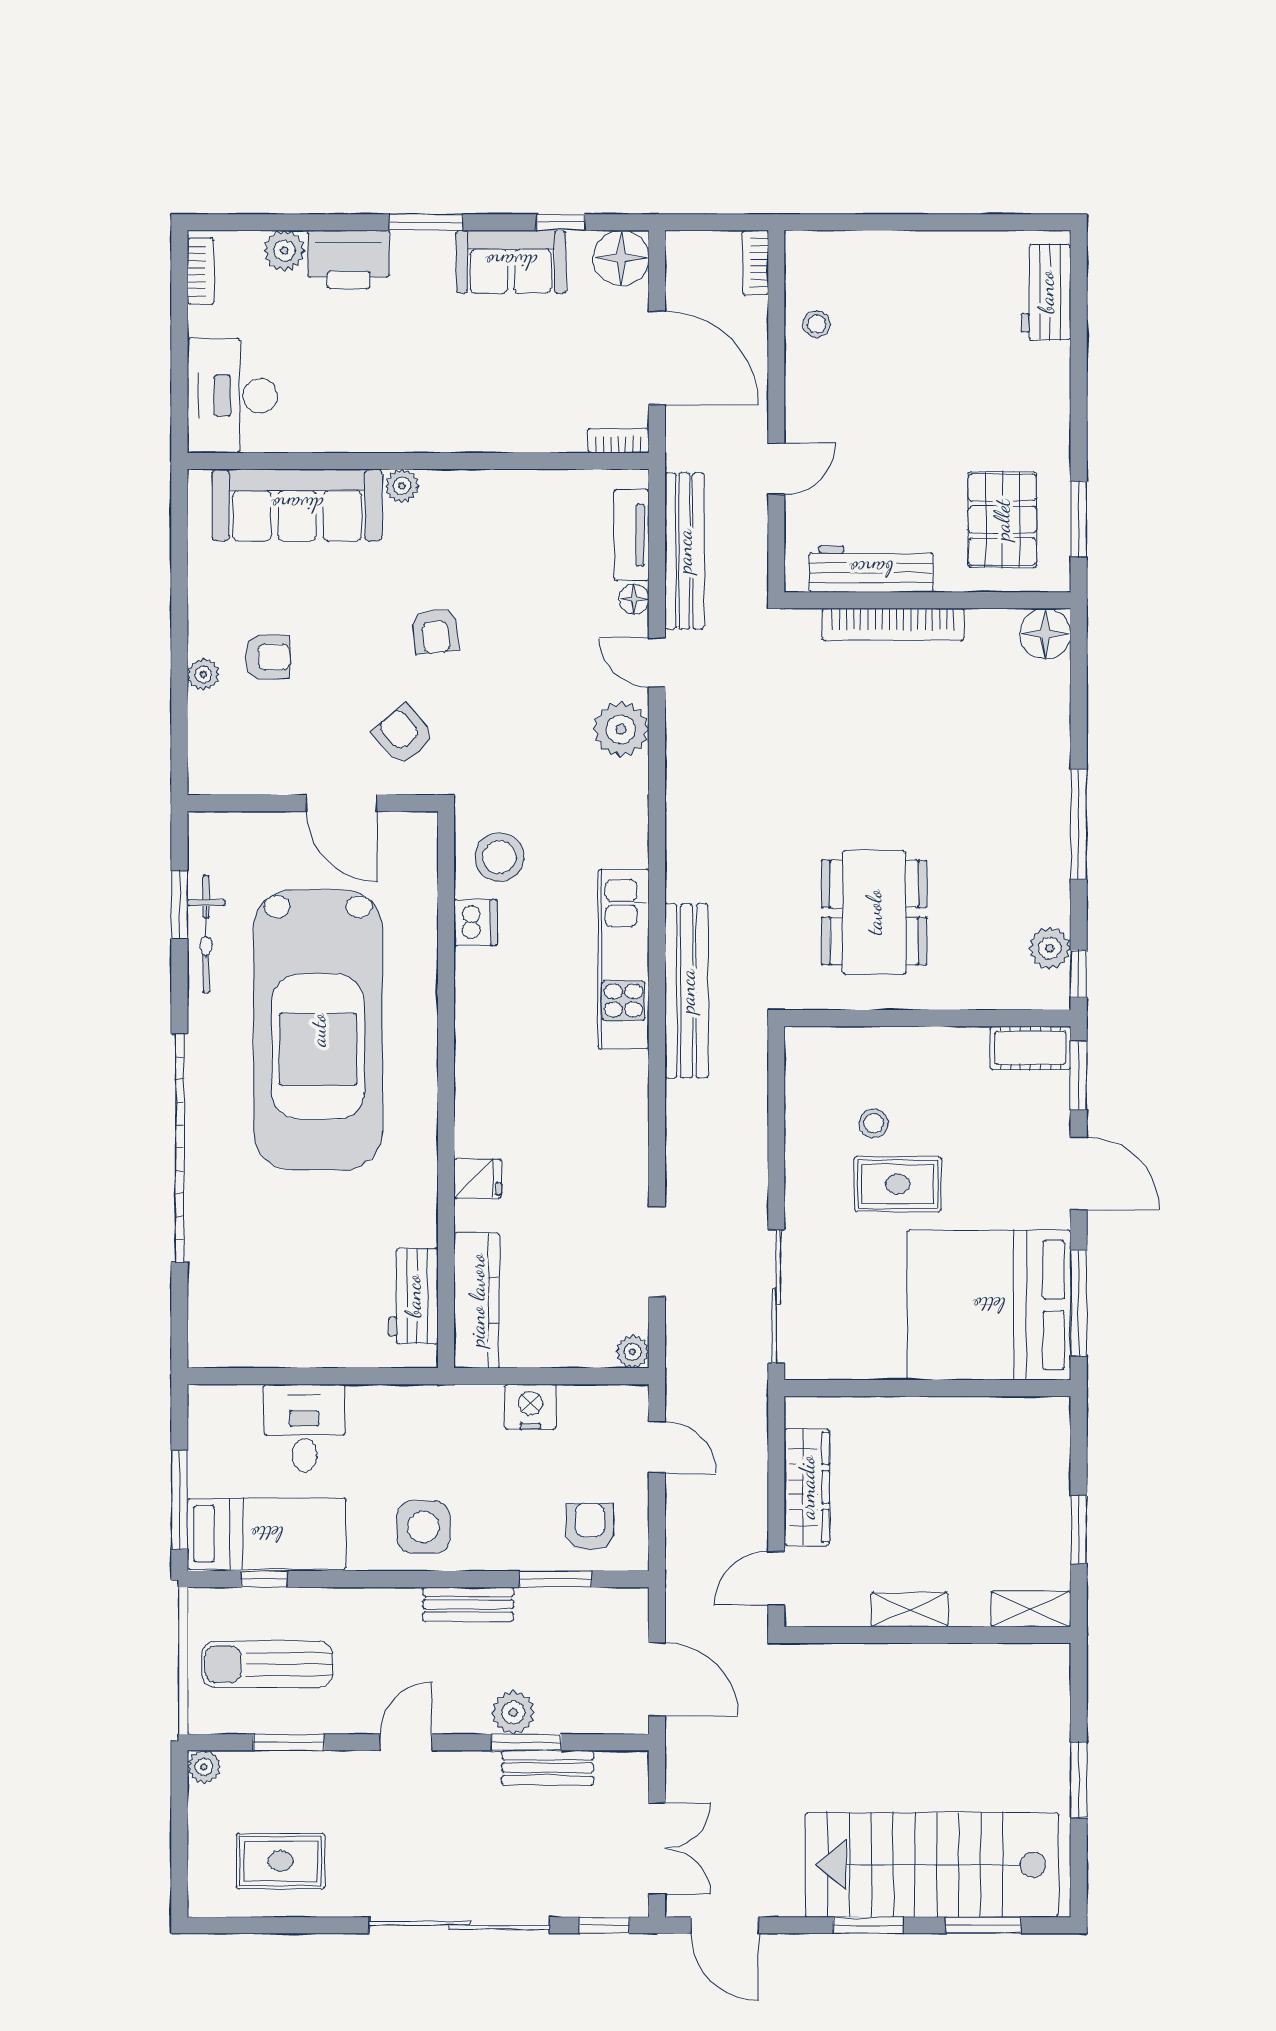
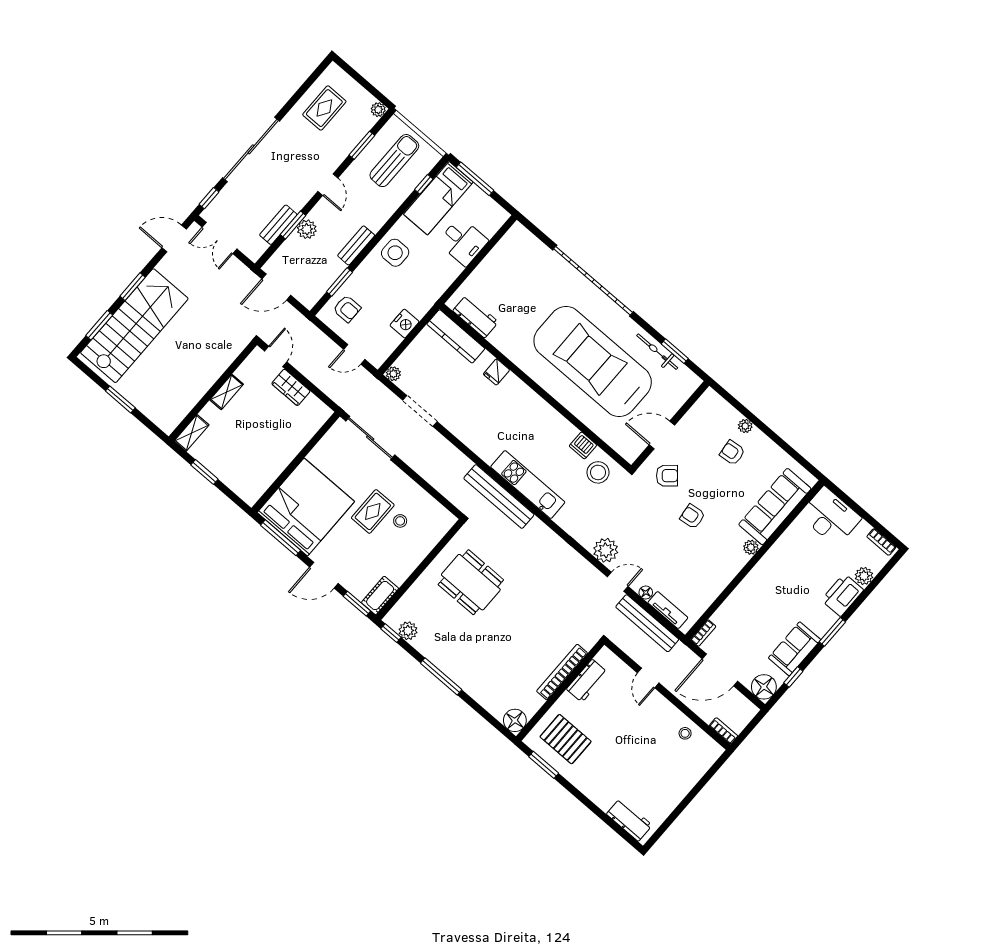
workbench: (871, 569) -> (587, 681), width x0.73
armchair: (268, 657) -> (732, 453), turned 84
wardrobe: (807, 1487) -> (291, 387), width x0.67

